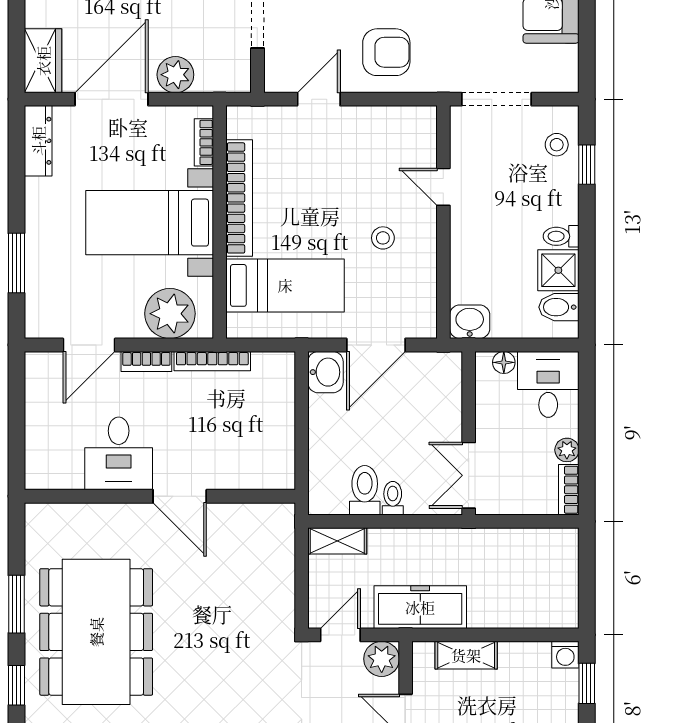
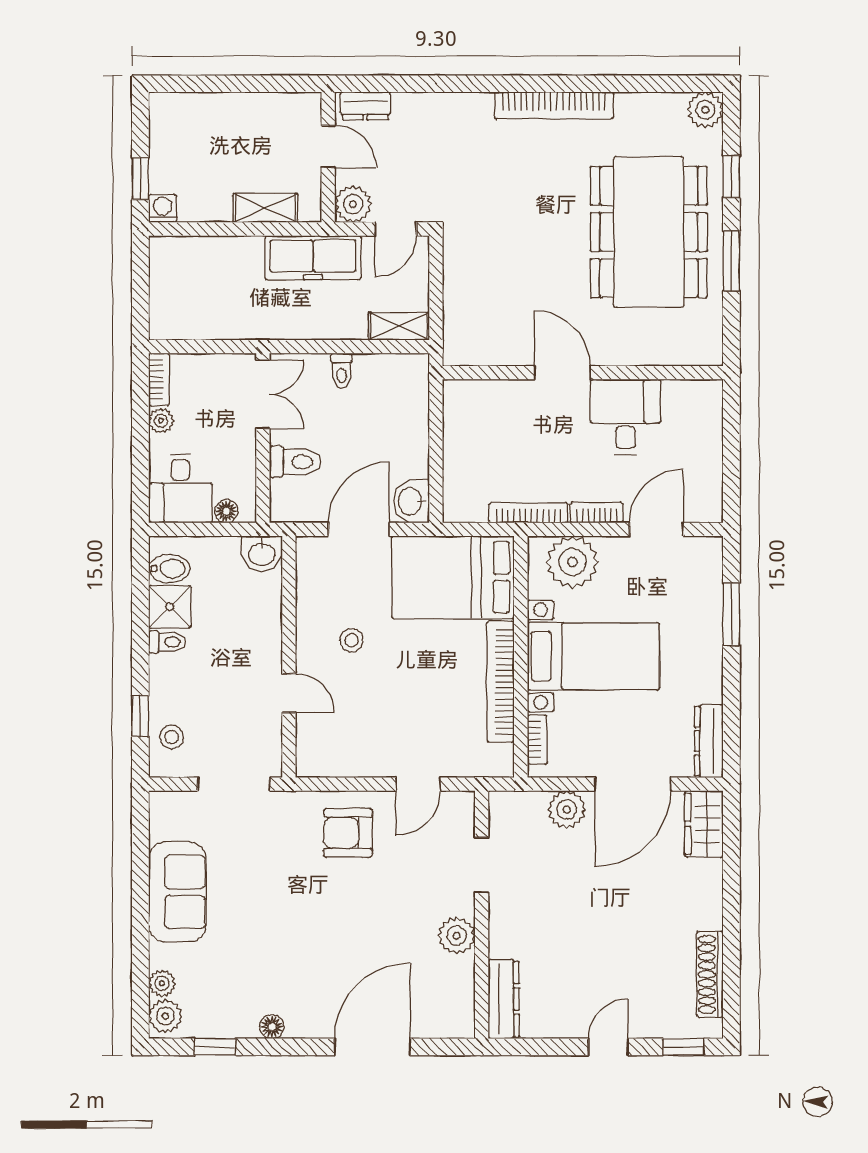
bed: (285, 285) -> (453, 577), width x1.50
toilet: (365, 490) -> (295, 462), moved, turned -90

